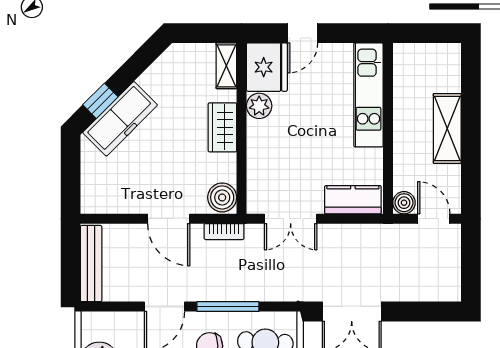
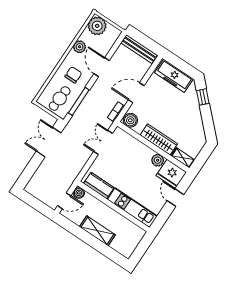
freezer: (120, 119) -> (174, 76), moved, turned -45
wardrobe: (222, 127) -> (159, 139), width x1.50
kitchen counter: (353, 200) -> (99, 186), moved, turned -90
window: (228, 307) -> (79, 101), moved

